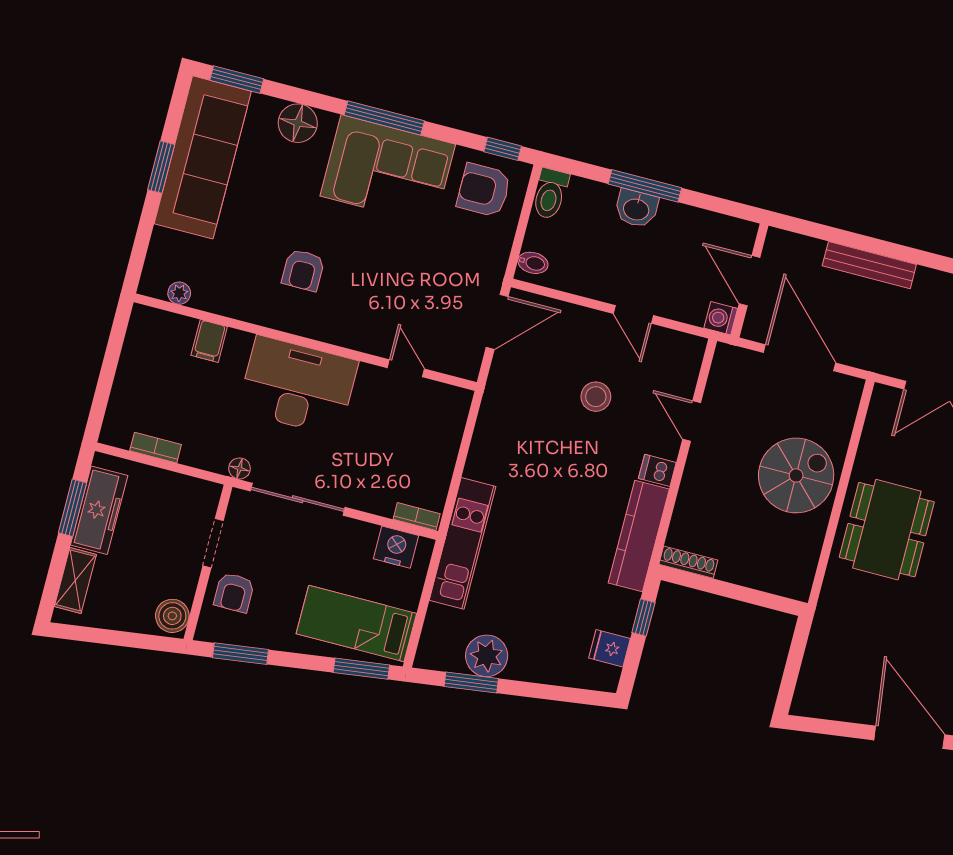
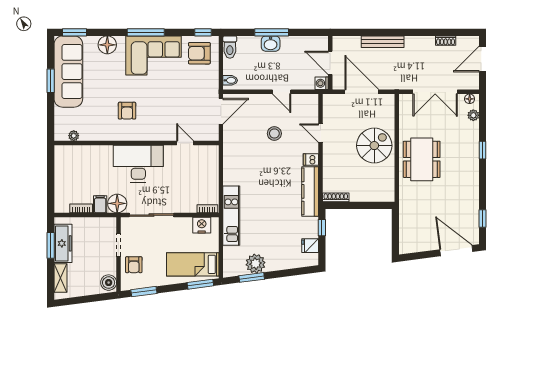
filing cabinet: (209, 341) -> (100, 204), moved, turned 180
floor lamp: (240, 468) -> (117, 203), width x1.89, depth x1.89

